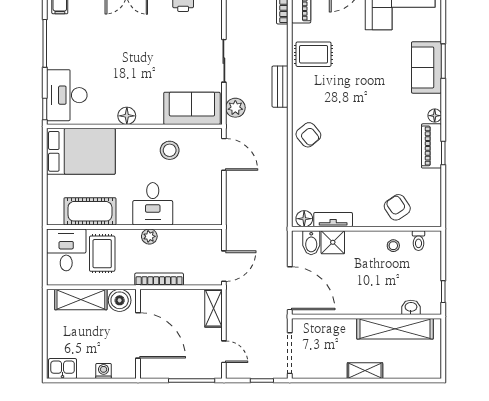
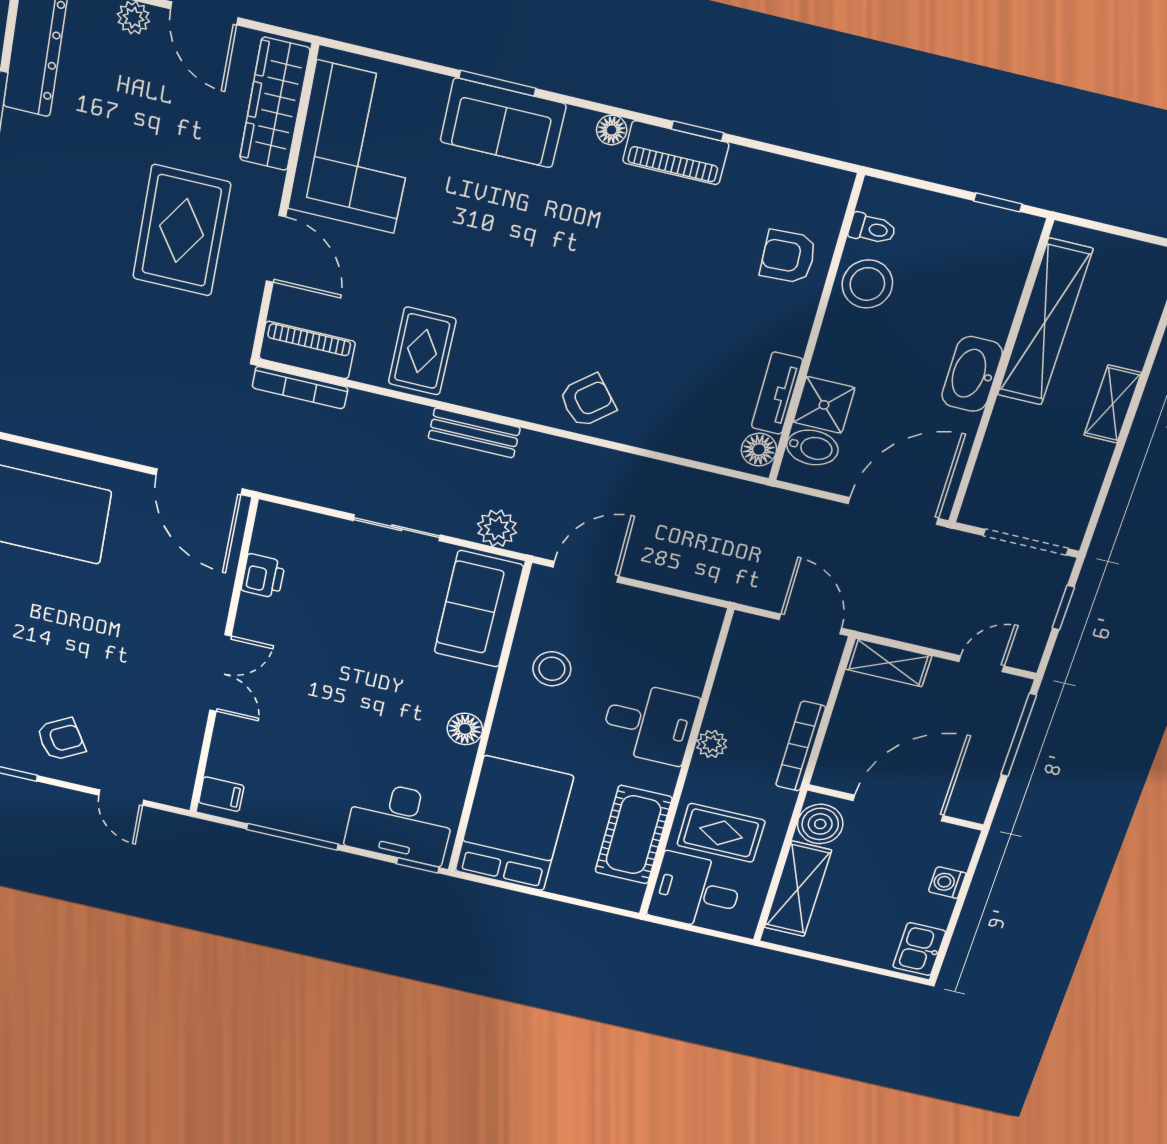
armchair: (397, 207) -> (788, 257), turned 31
stool: (393, 246) -> (867, 284), width x1.89, depth x1.89
washbasin: (411, 307) -> (972, 374), moved, width x1.91, depth x1.45

